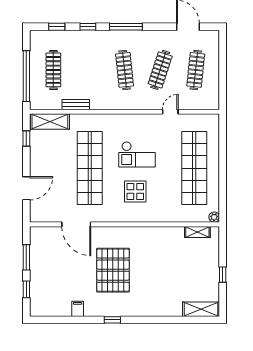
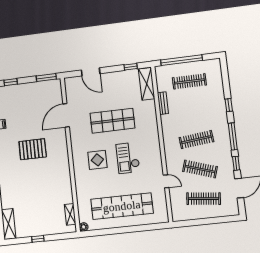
window: (57, 27) -> (236, 163), moved
shop shelf: (90, 168) -> (112, 121), width x0.71
window: (26, 257) -> (46, 78), moved
pallet: (113, 270) -> (33, 149), width x0.73, depth x0.71

